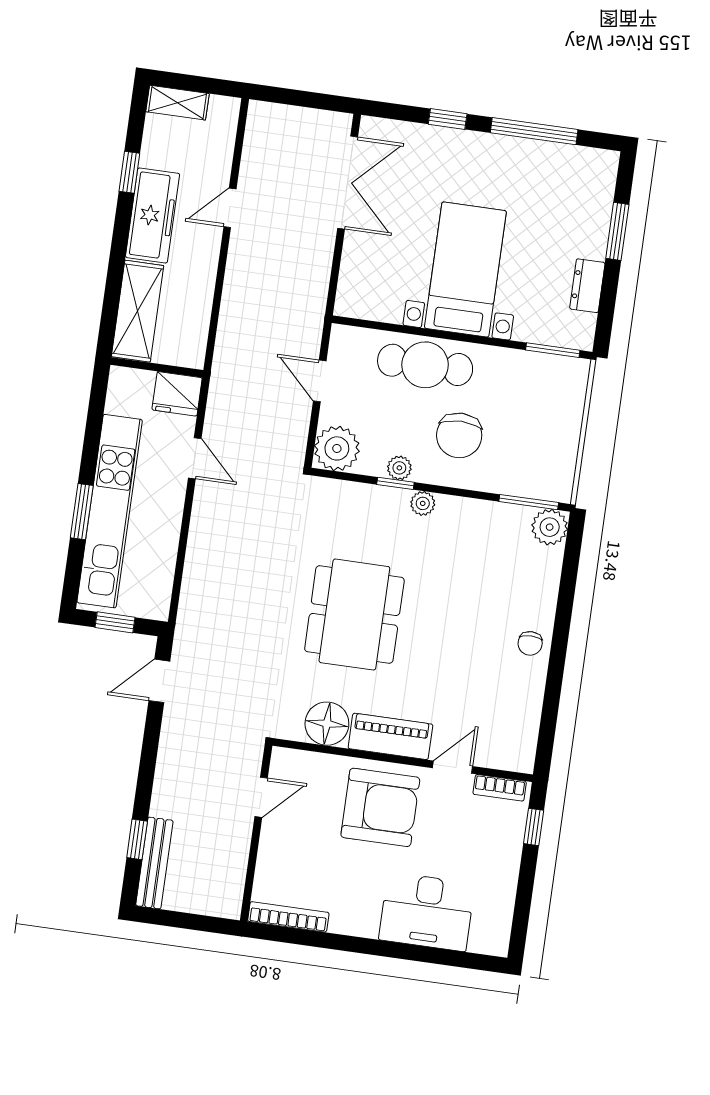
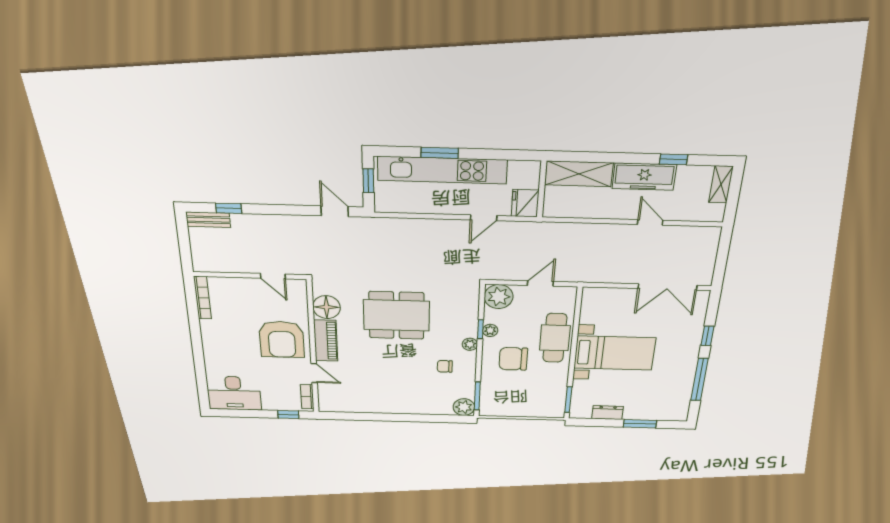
chair: (530, 643) -> (445, 366), moved
bench: (154, 863) -> (208, 220), width x0.73
desk: (427, 912) -> (234, 393), moved, turned -90

